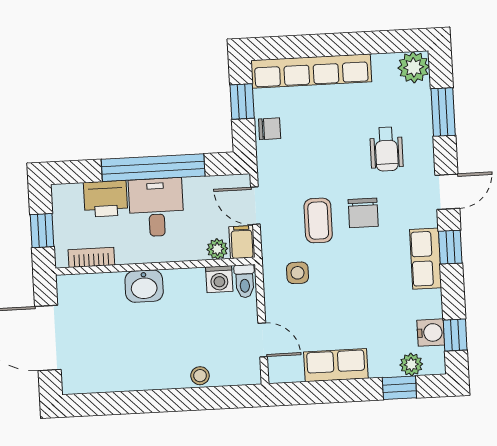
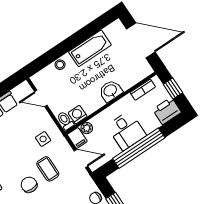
printer: (106, 199) -> (167, 111), moved
bathtub: (137, 374) -> (90, 48), added

